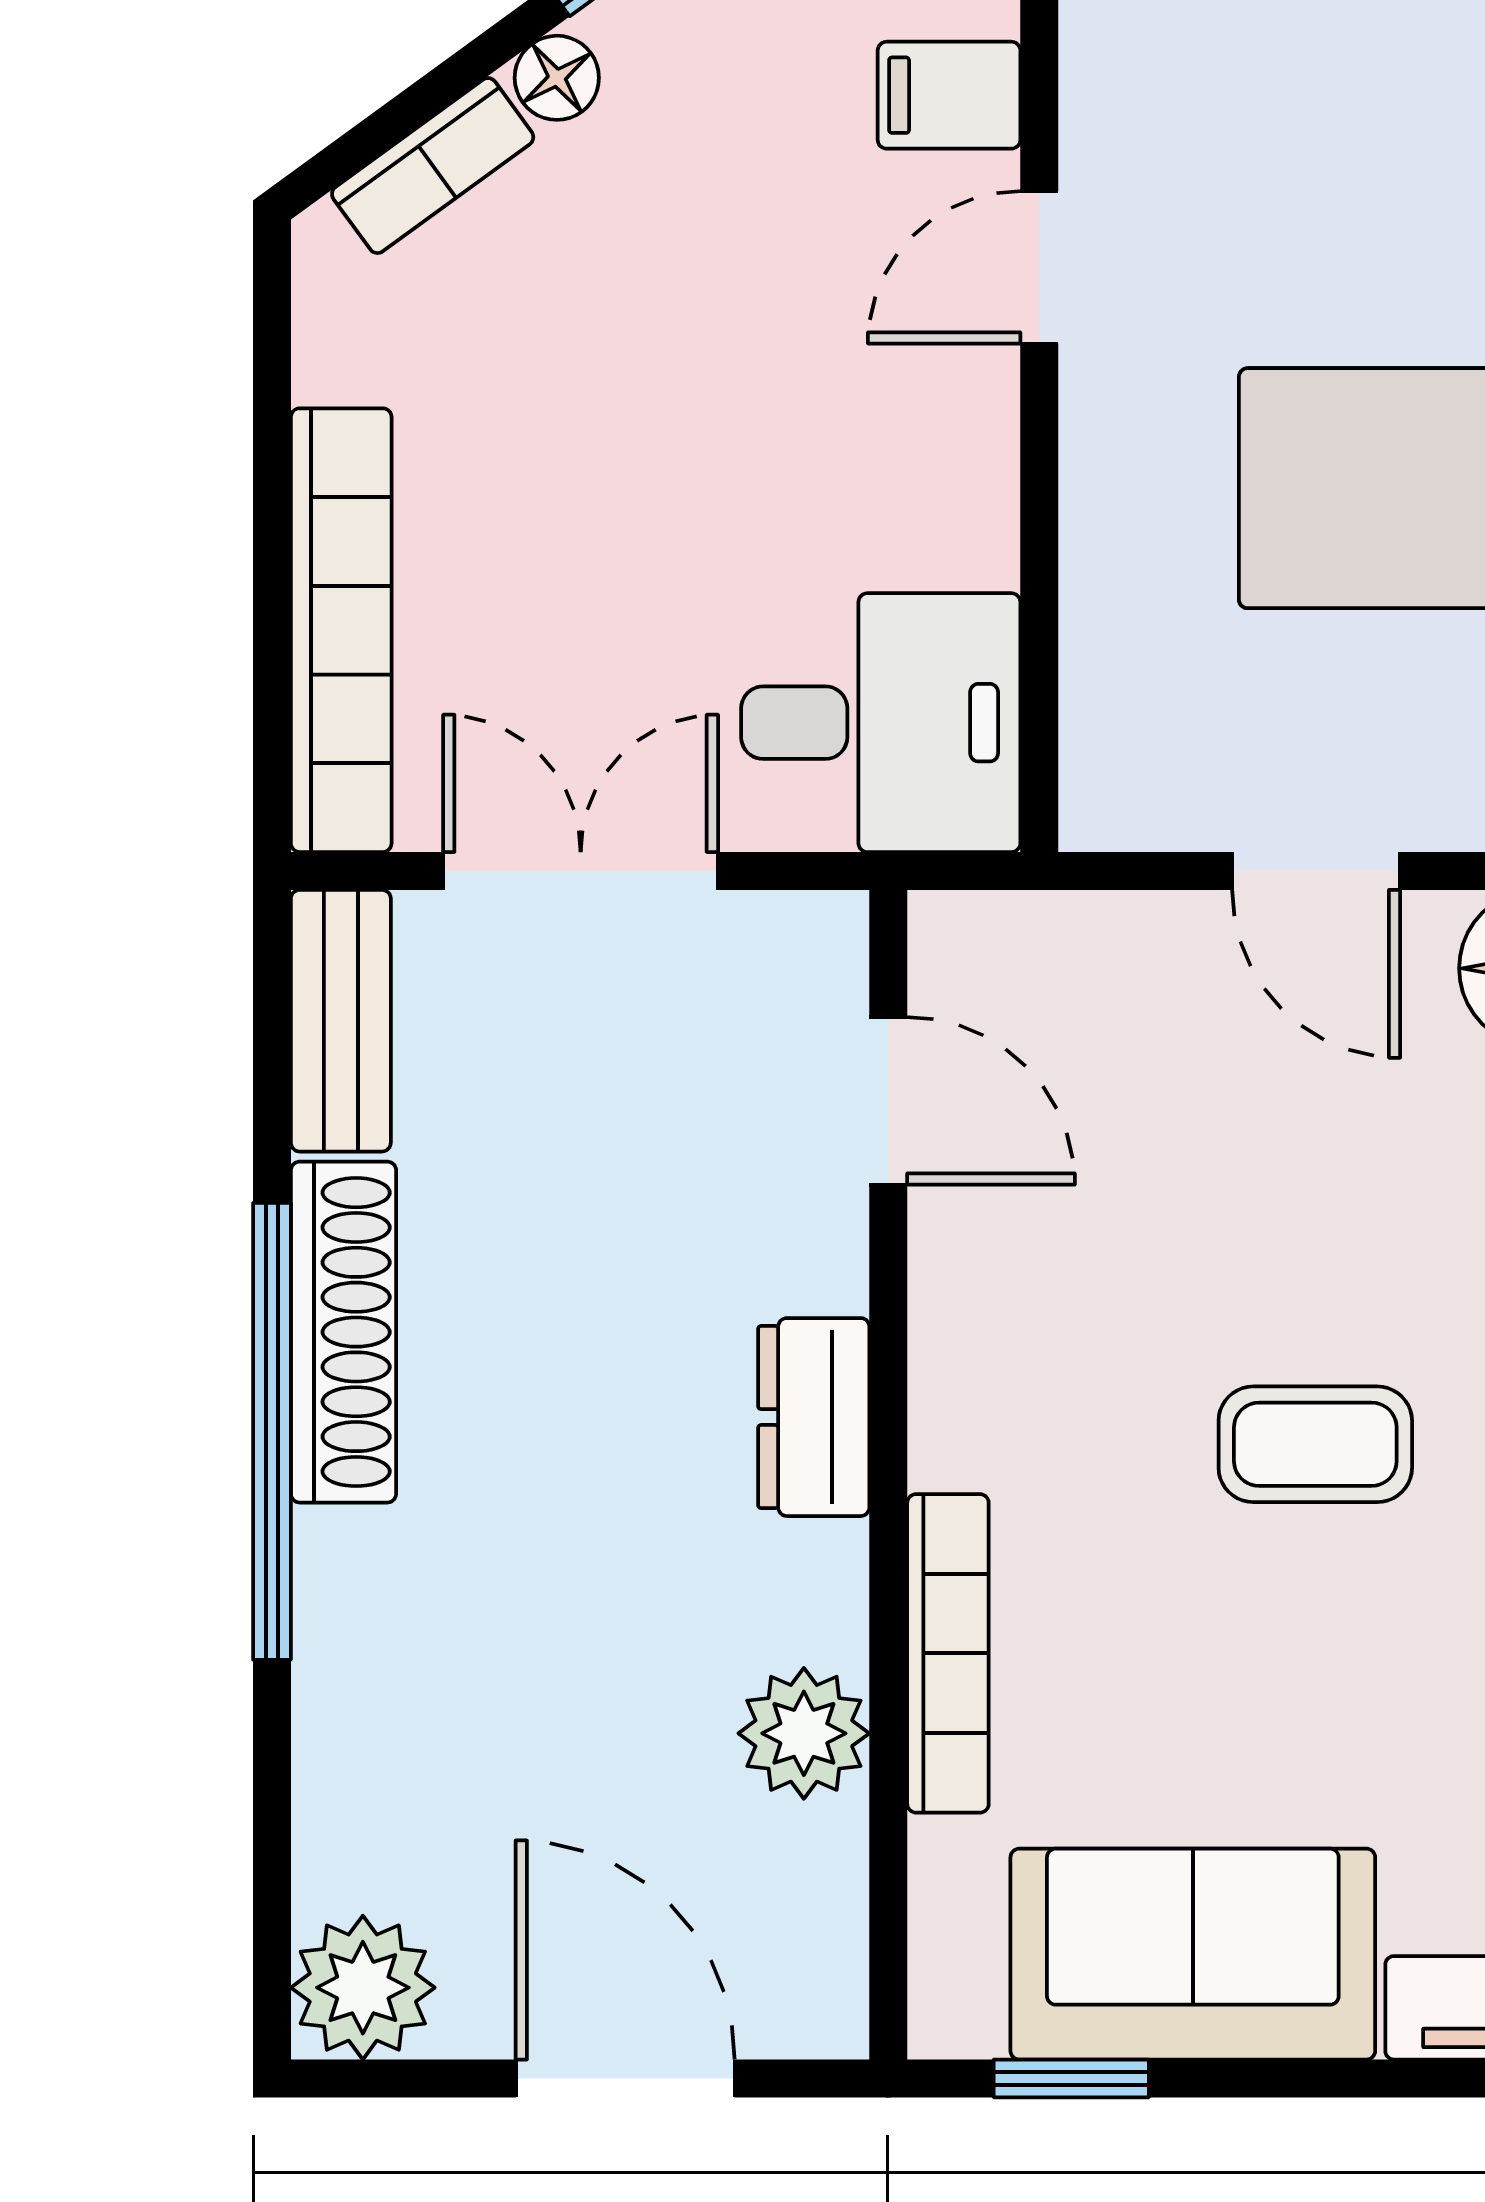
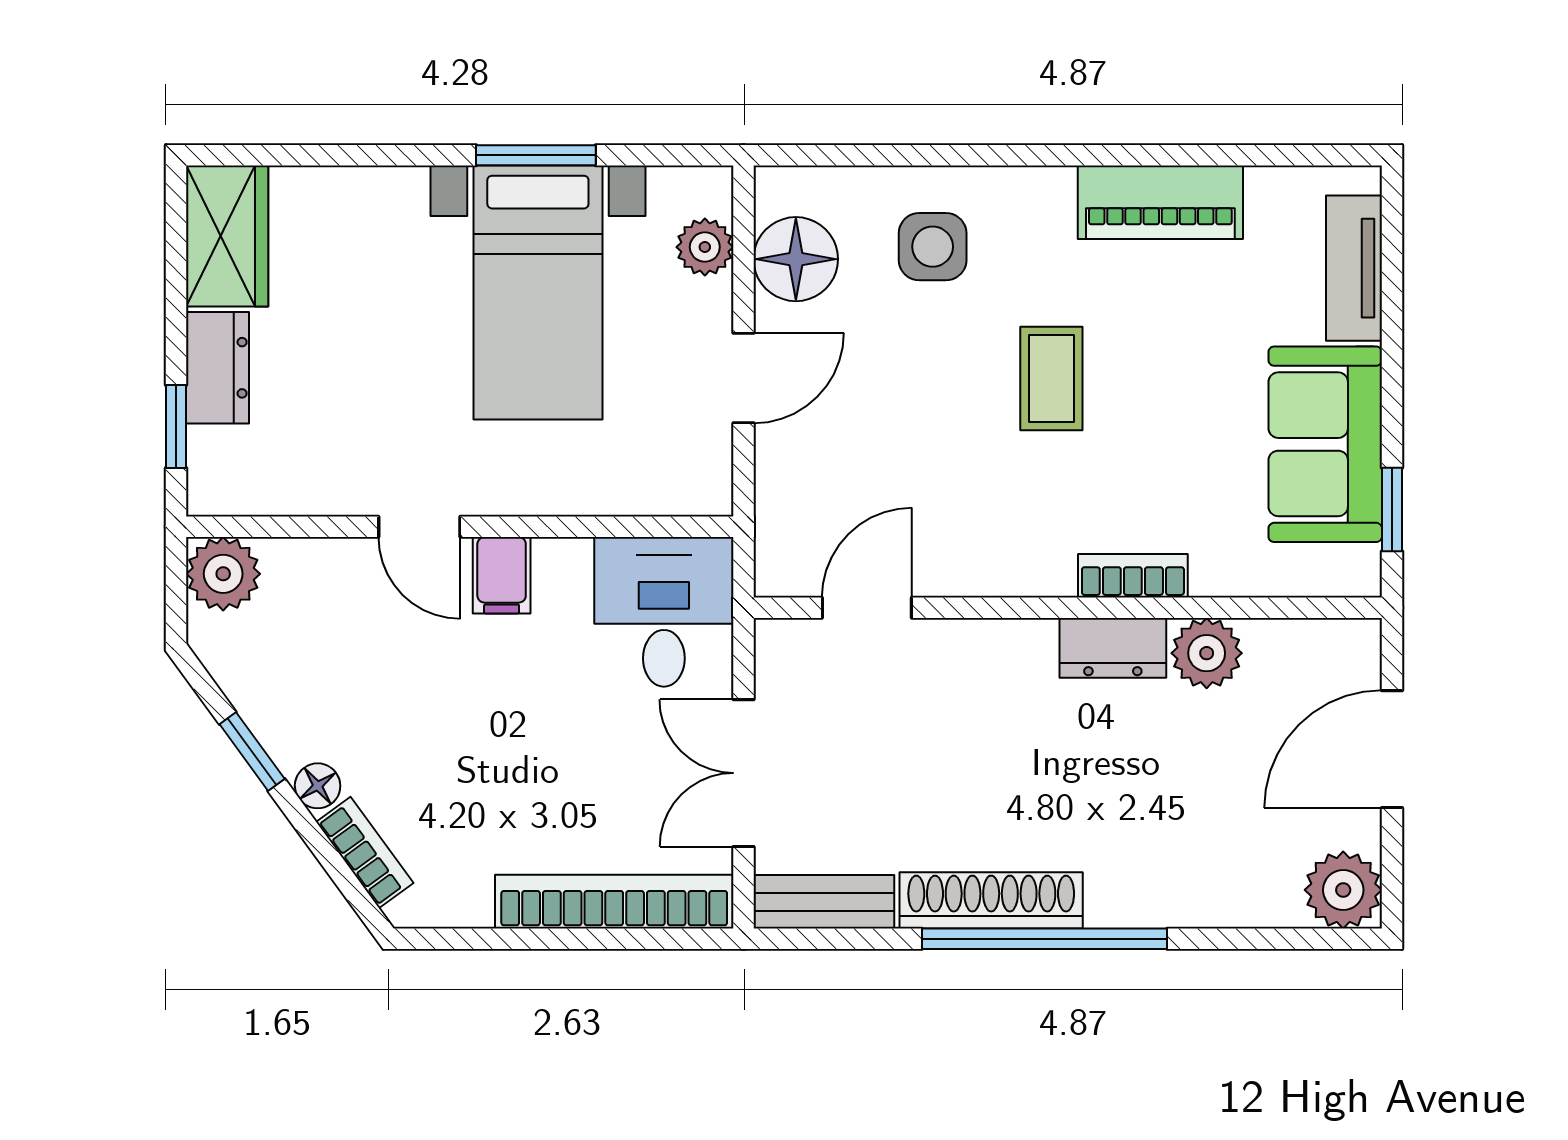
filing cabinet: (949, 95) -> (502, 575), moved
dresser: (814, 1417) -> (1113, 648), moved
bookcase: (948, 1653) -> (1133, 576), width x0.64

